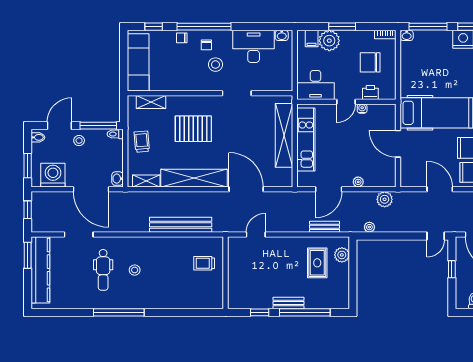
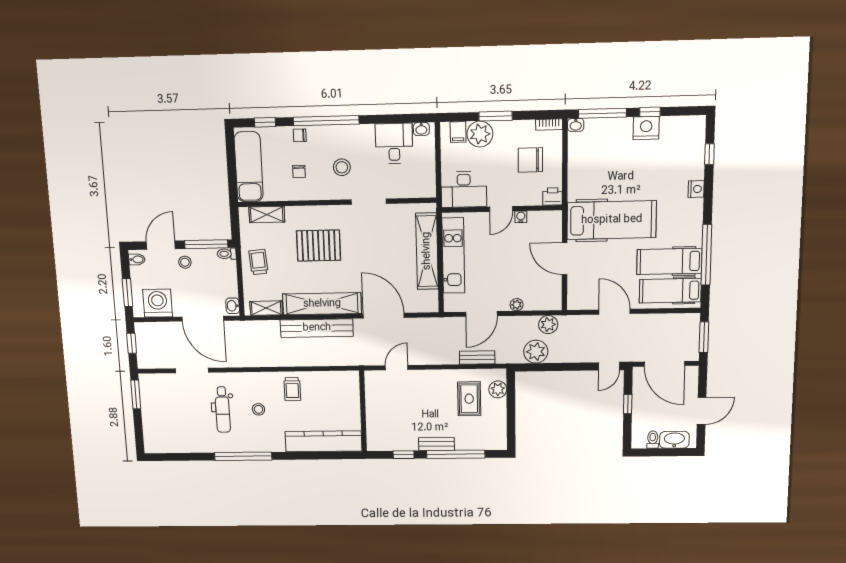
chair: (206, 45) -> (299, 171), moved
desk: (254, 46) -> (394, 143), width x0.73
printer: (370, 92) -> (553, 196), moved
bench: (181, 225) -> (317, 328), moved
plant: (369, 227) -> (536, 352), width x1.87, depth x1.87
trolley: (204, 263) -> (292, 389), moved, turned -90
kitchen counter: (40, 270) -> (324, 441), moved, turned -90

